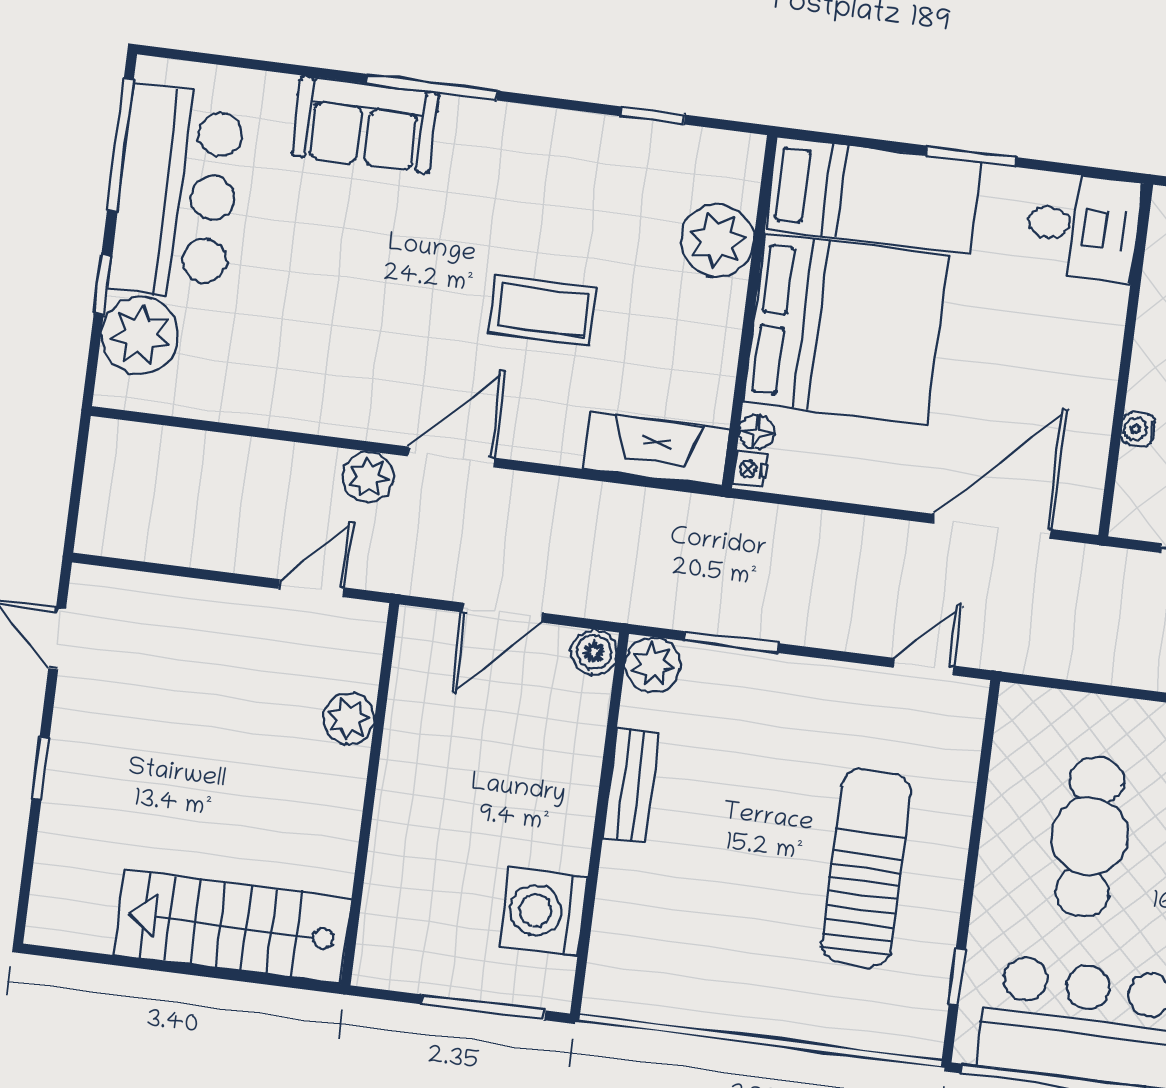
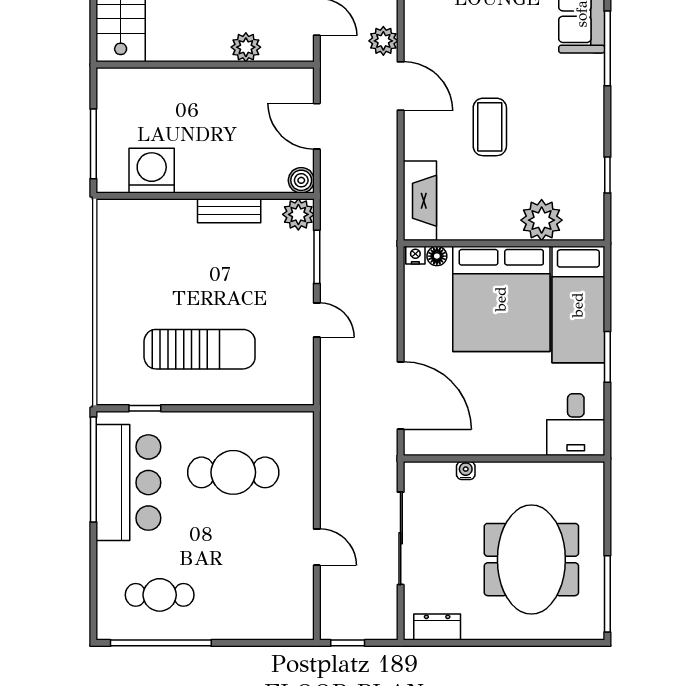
door: (924, 667) -> (317, 320), moved

